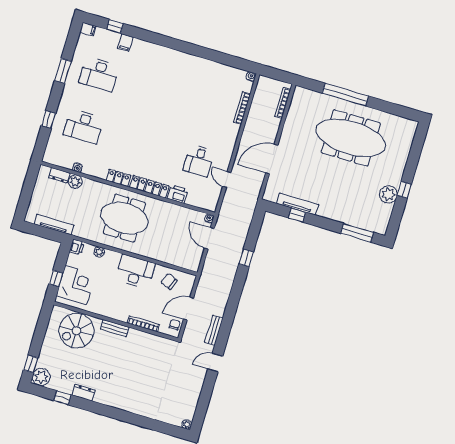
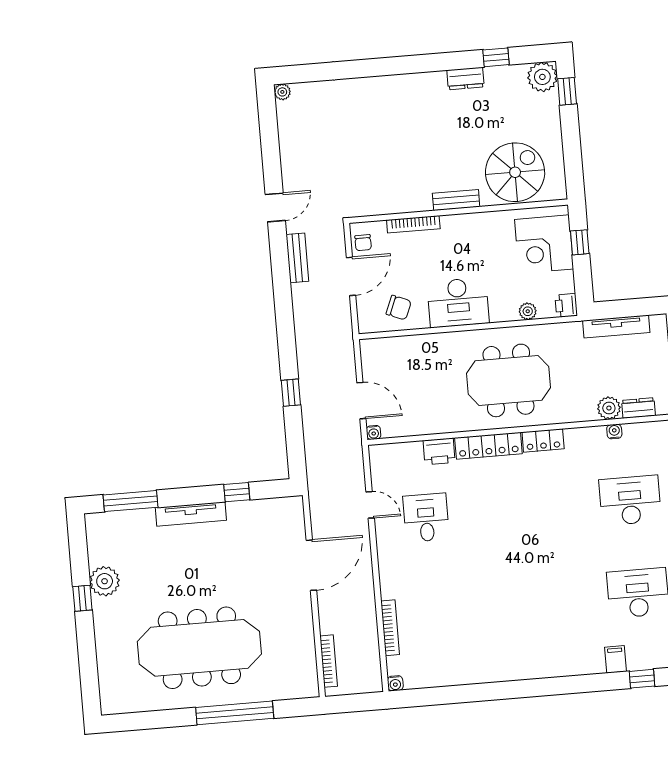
tv unit: (298, 204) -> (191, 514), moved

